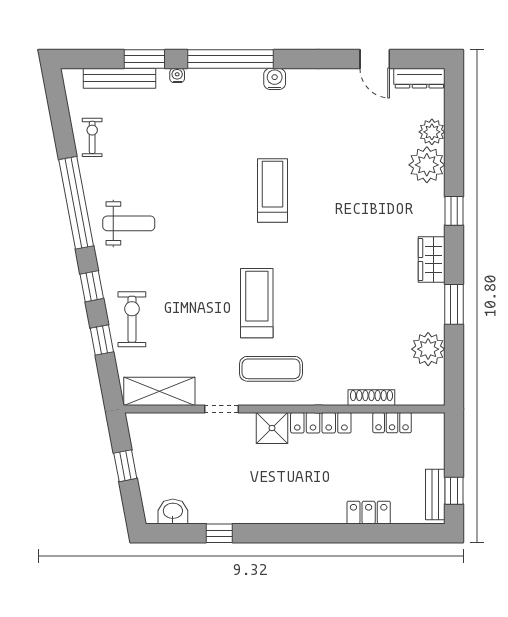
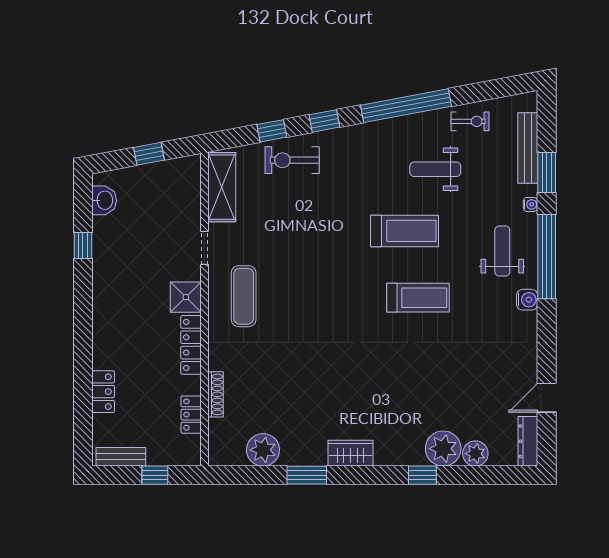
weight bench: (225, 104) -> (502, 251), added
window: (454, 211) -> (422, 475), moved
weight bench: (129, 223) -> (435, 169), moved, turned 90
treadmill: (257, 303) -> (404, 231), moved
exercise bike: (132, 319) -> (292, 160), turned 180
window: (454, 491) -> (155, 475), moved

